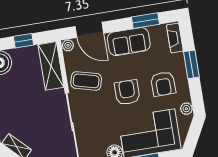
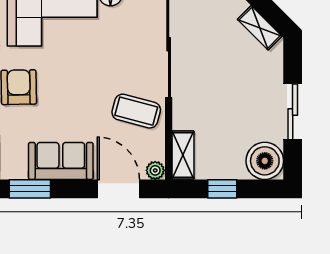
shelving: (51, 66) -> (183, 155), width x0.67, depth x0.75
armchair: (127, 92) -> (76, 83), removed

